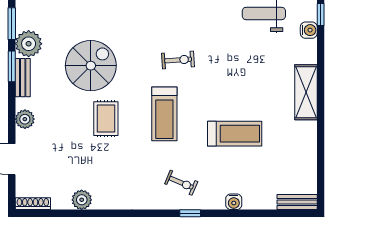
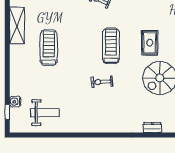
shelving: (306, 92) -> (17, 26), moved
treadmill: (235, 134) -> (49, 48), moved, turned 90

